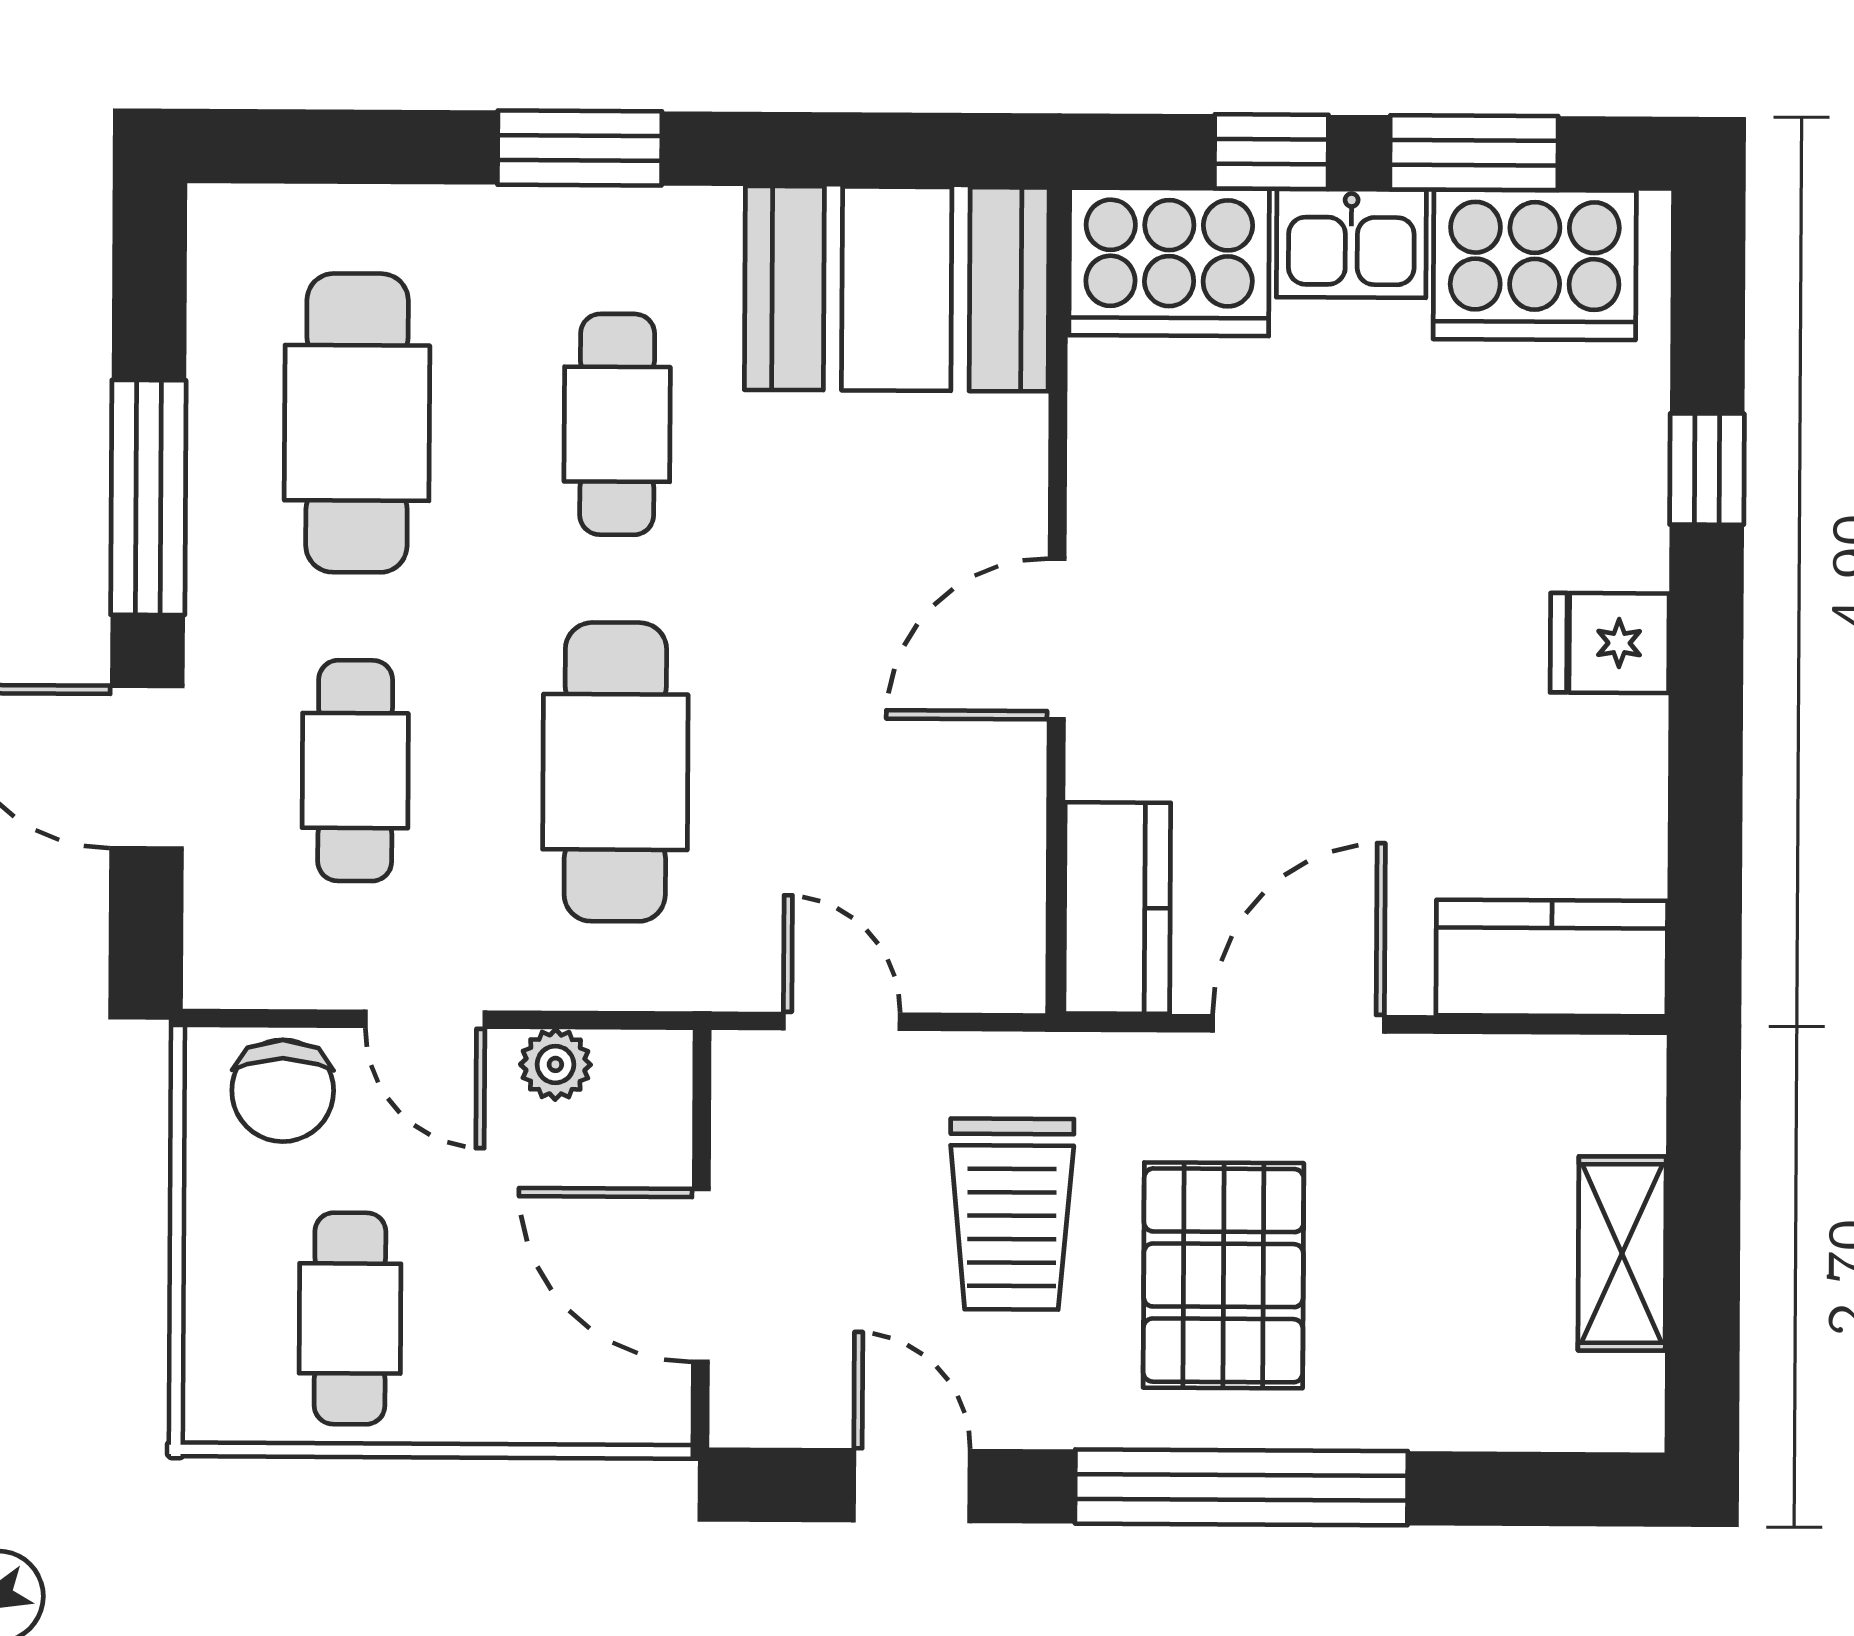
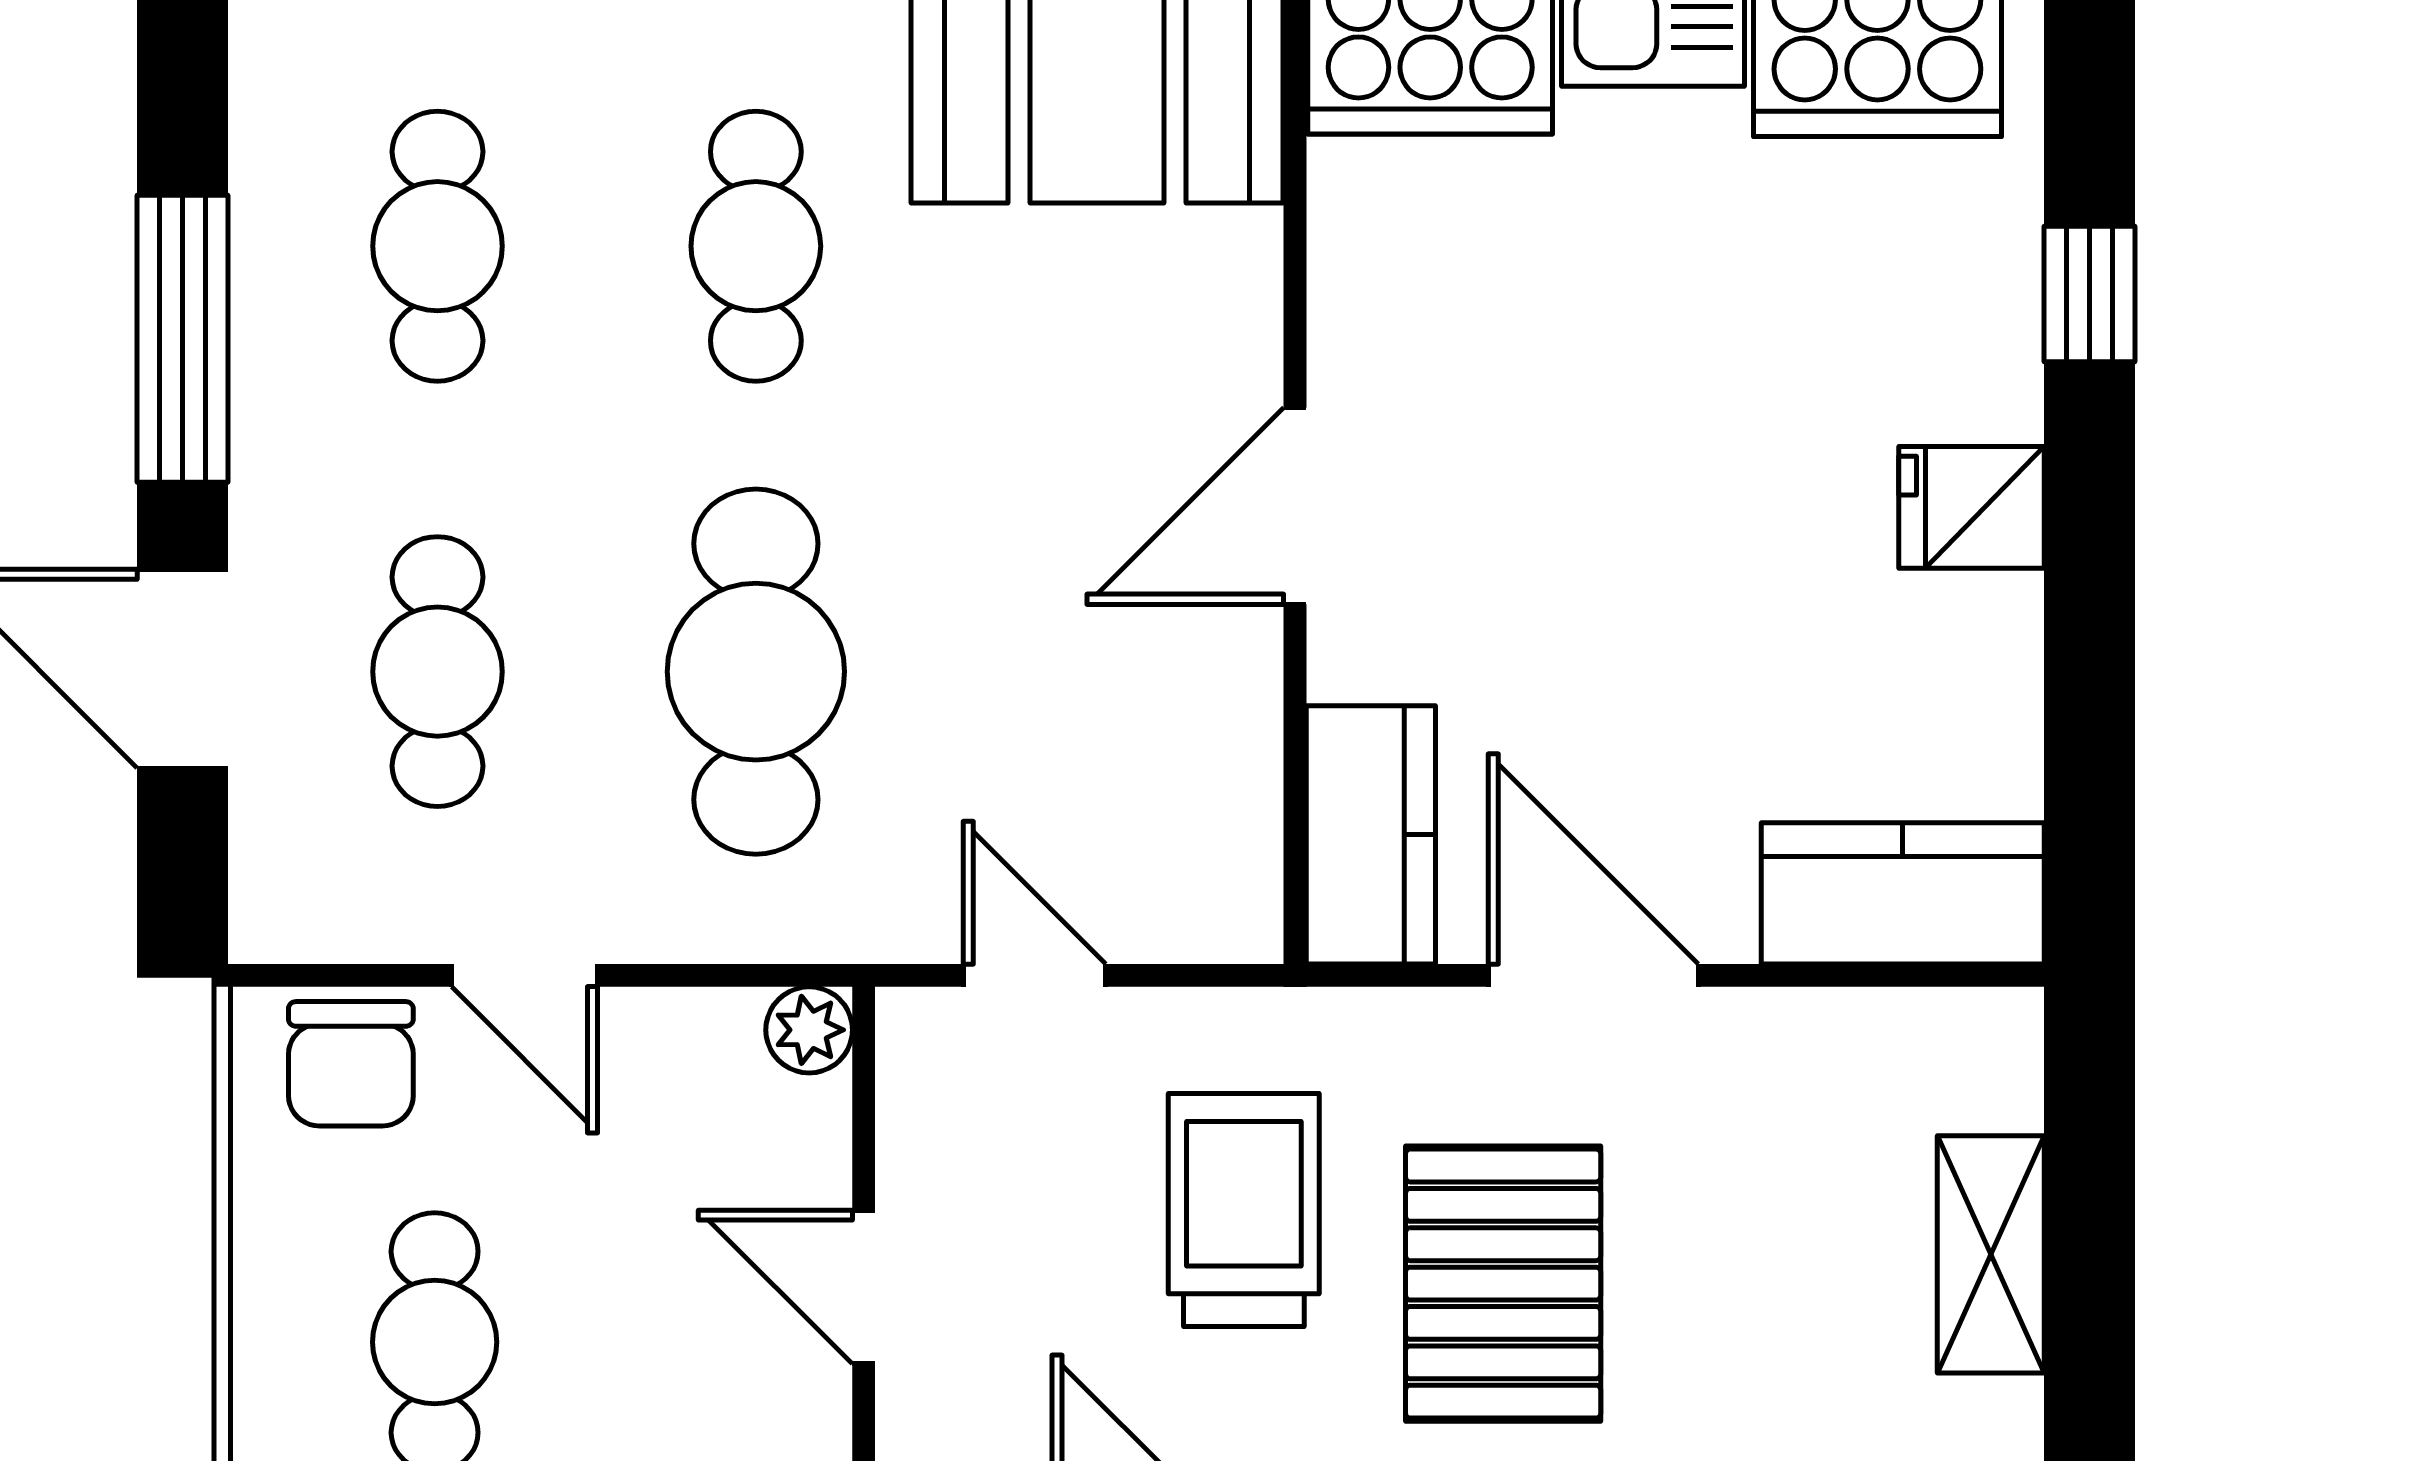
cafe table: (357, 423) -> (437, 246), width x0.73, depth x0.74
door: (1299, 1024) -> (1593, 975), hinge flipped
plant: (555, 1064) -> (809, 1030), moved
trolley: (1012, 1214) -> (1244, 1210), turned 180
door: (701, 1275) -> (864, 1287), width x0.73

